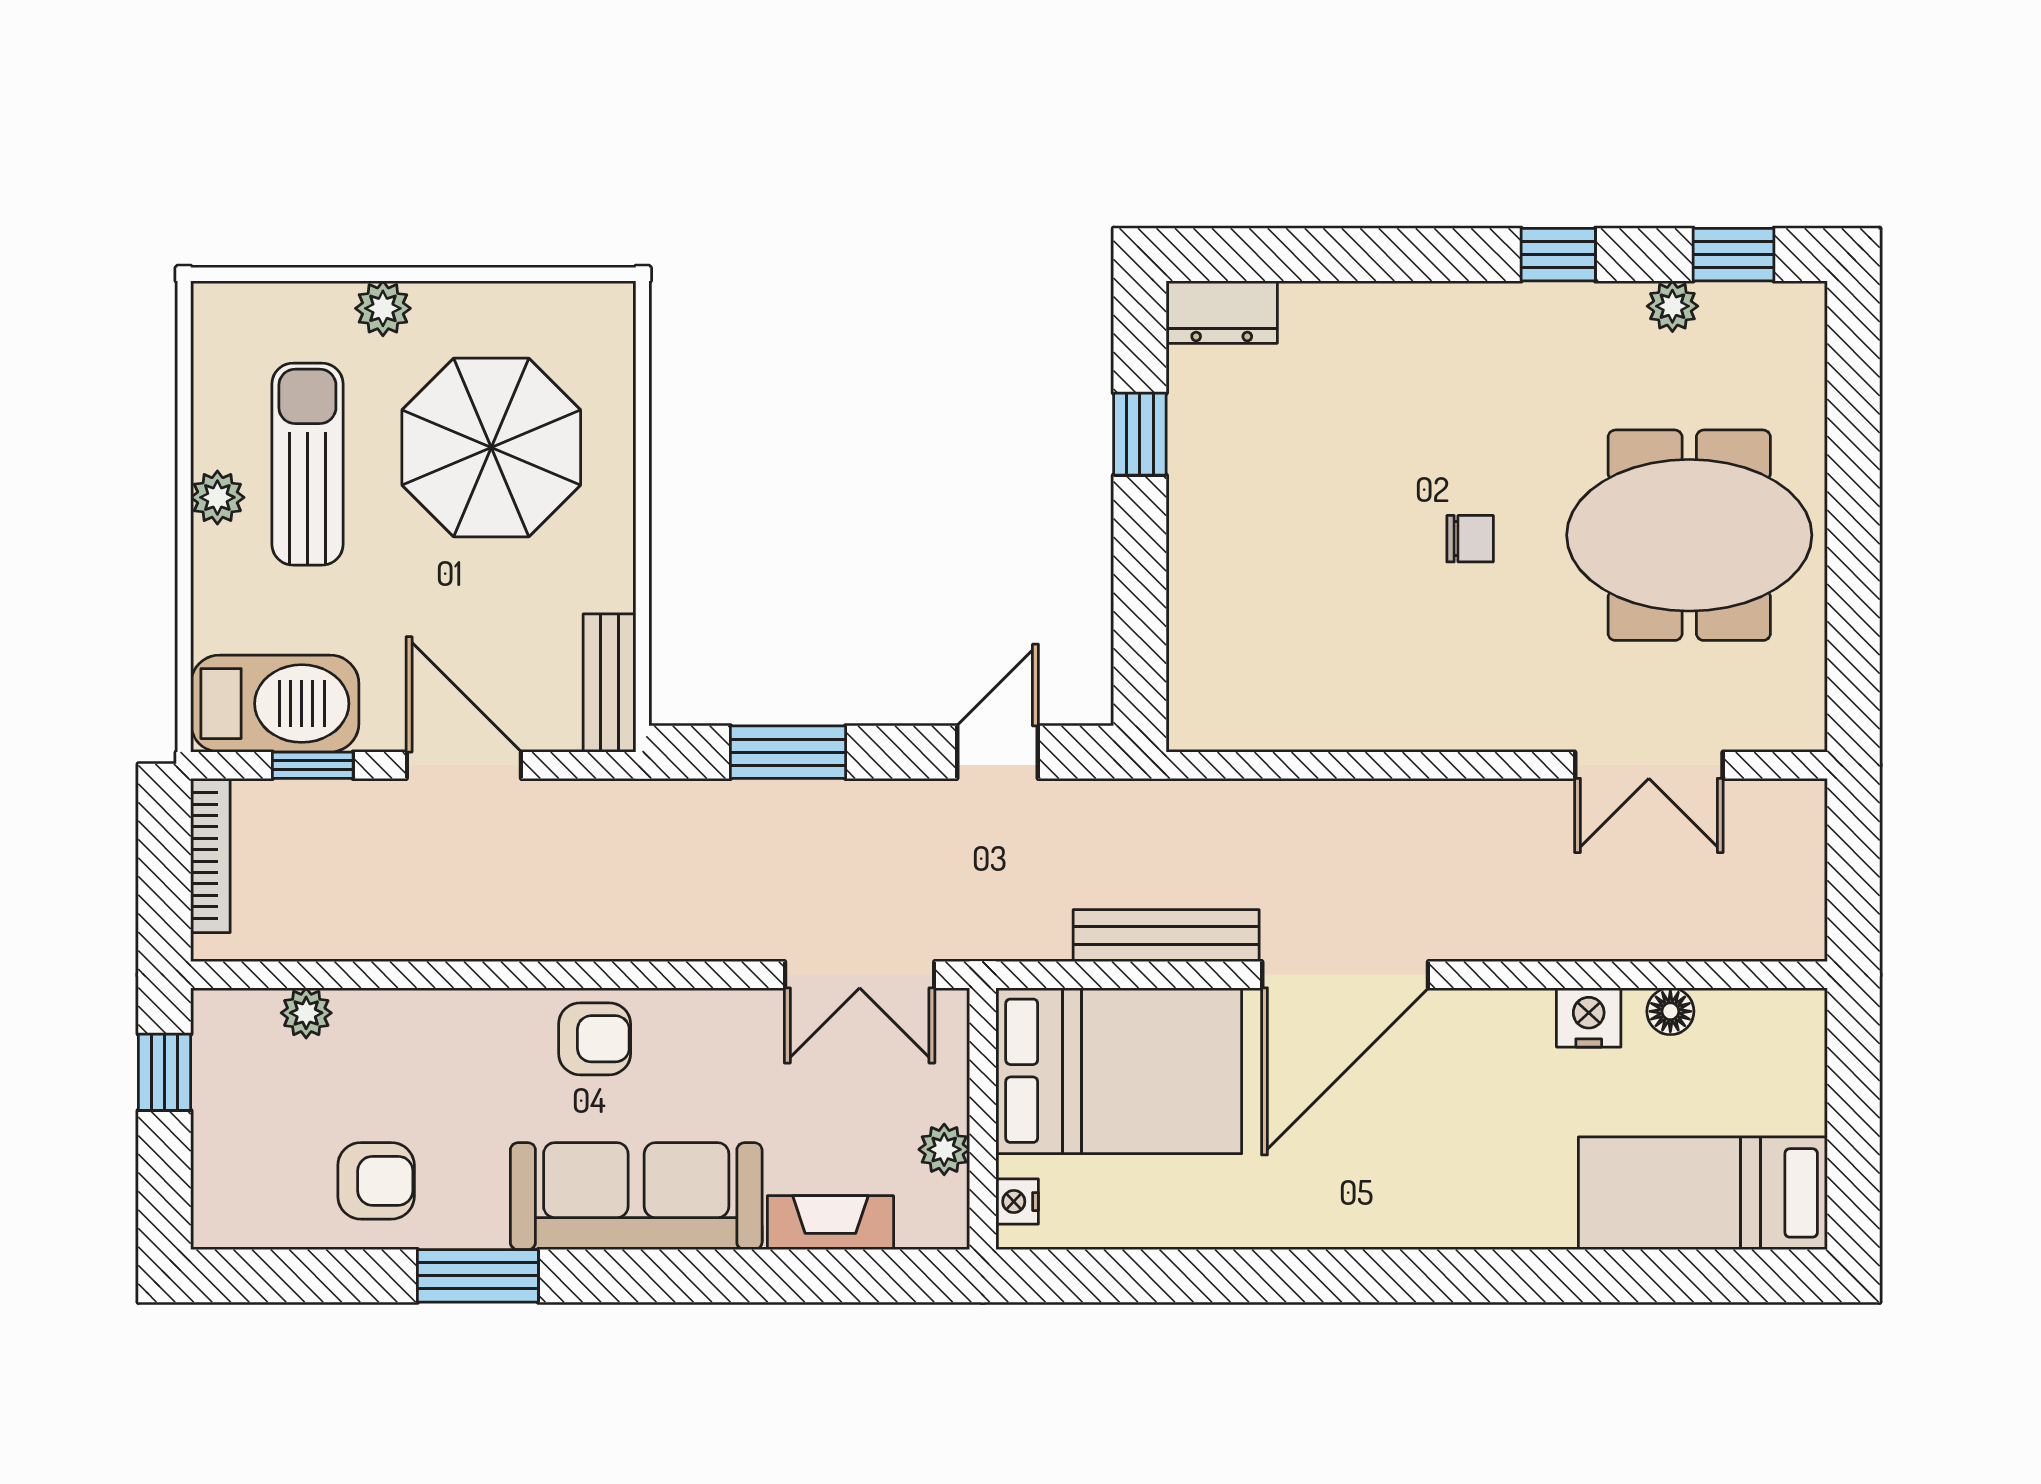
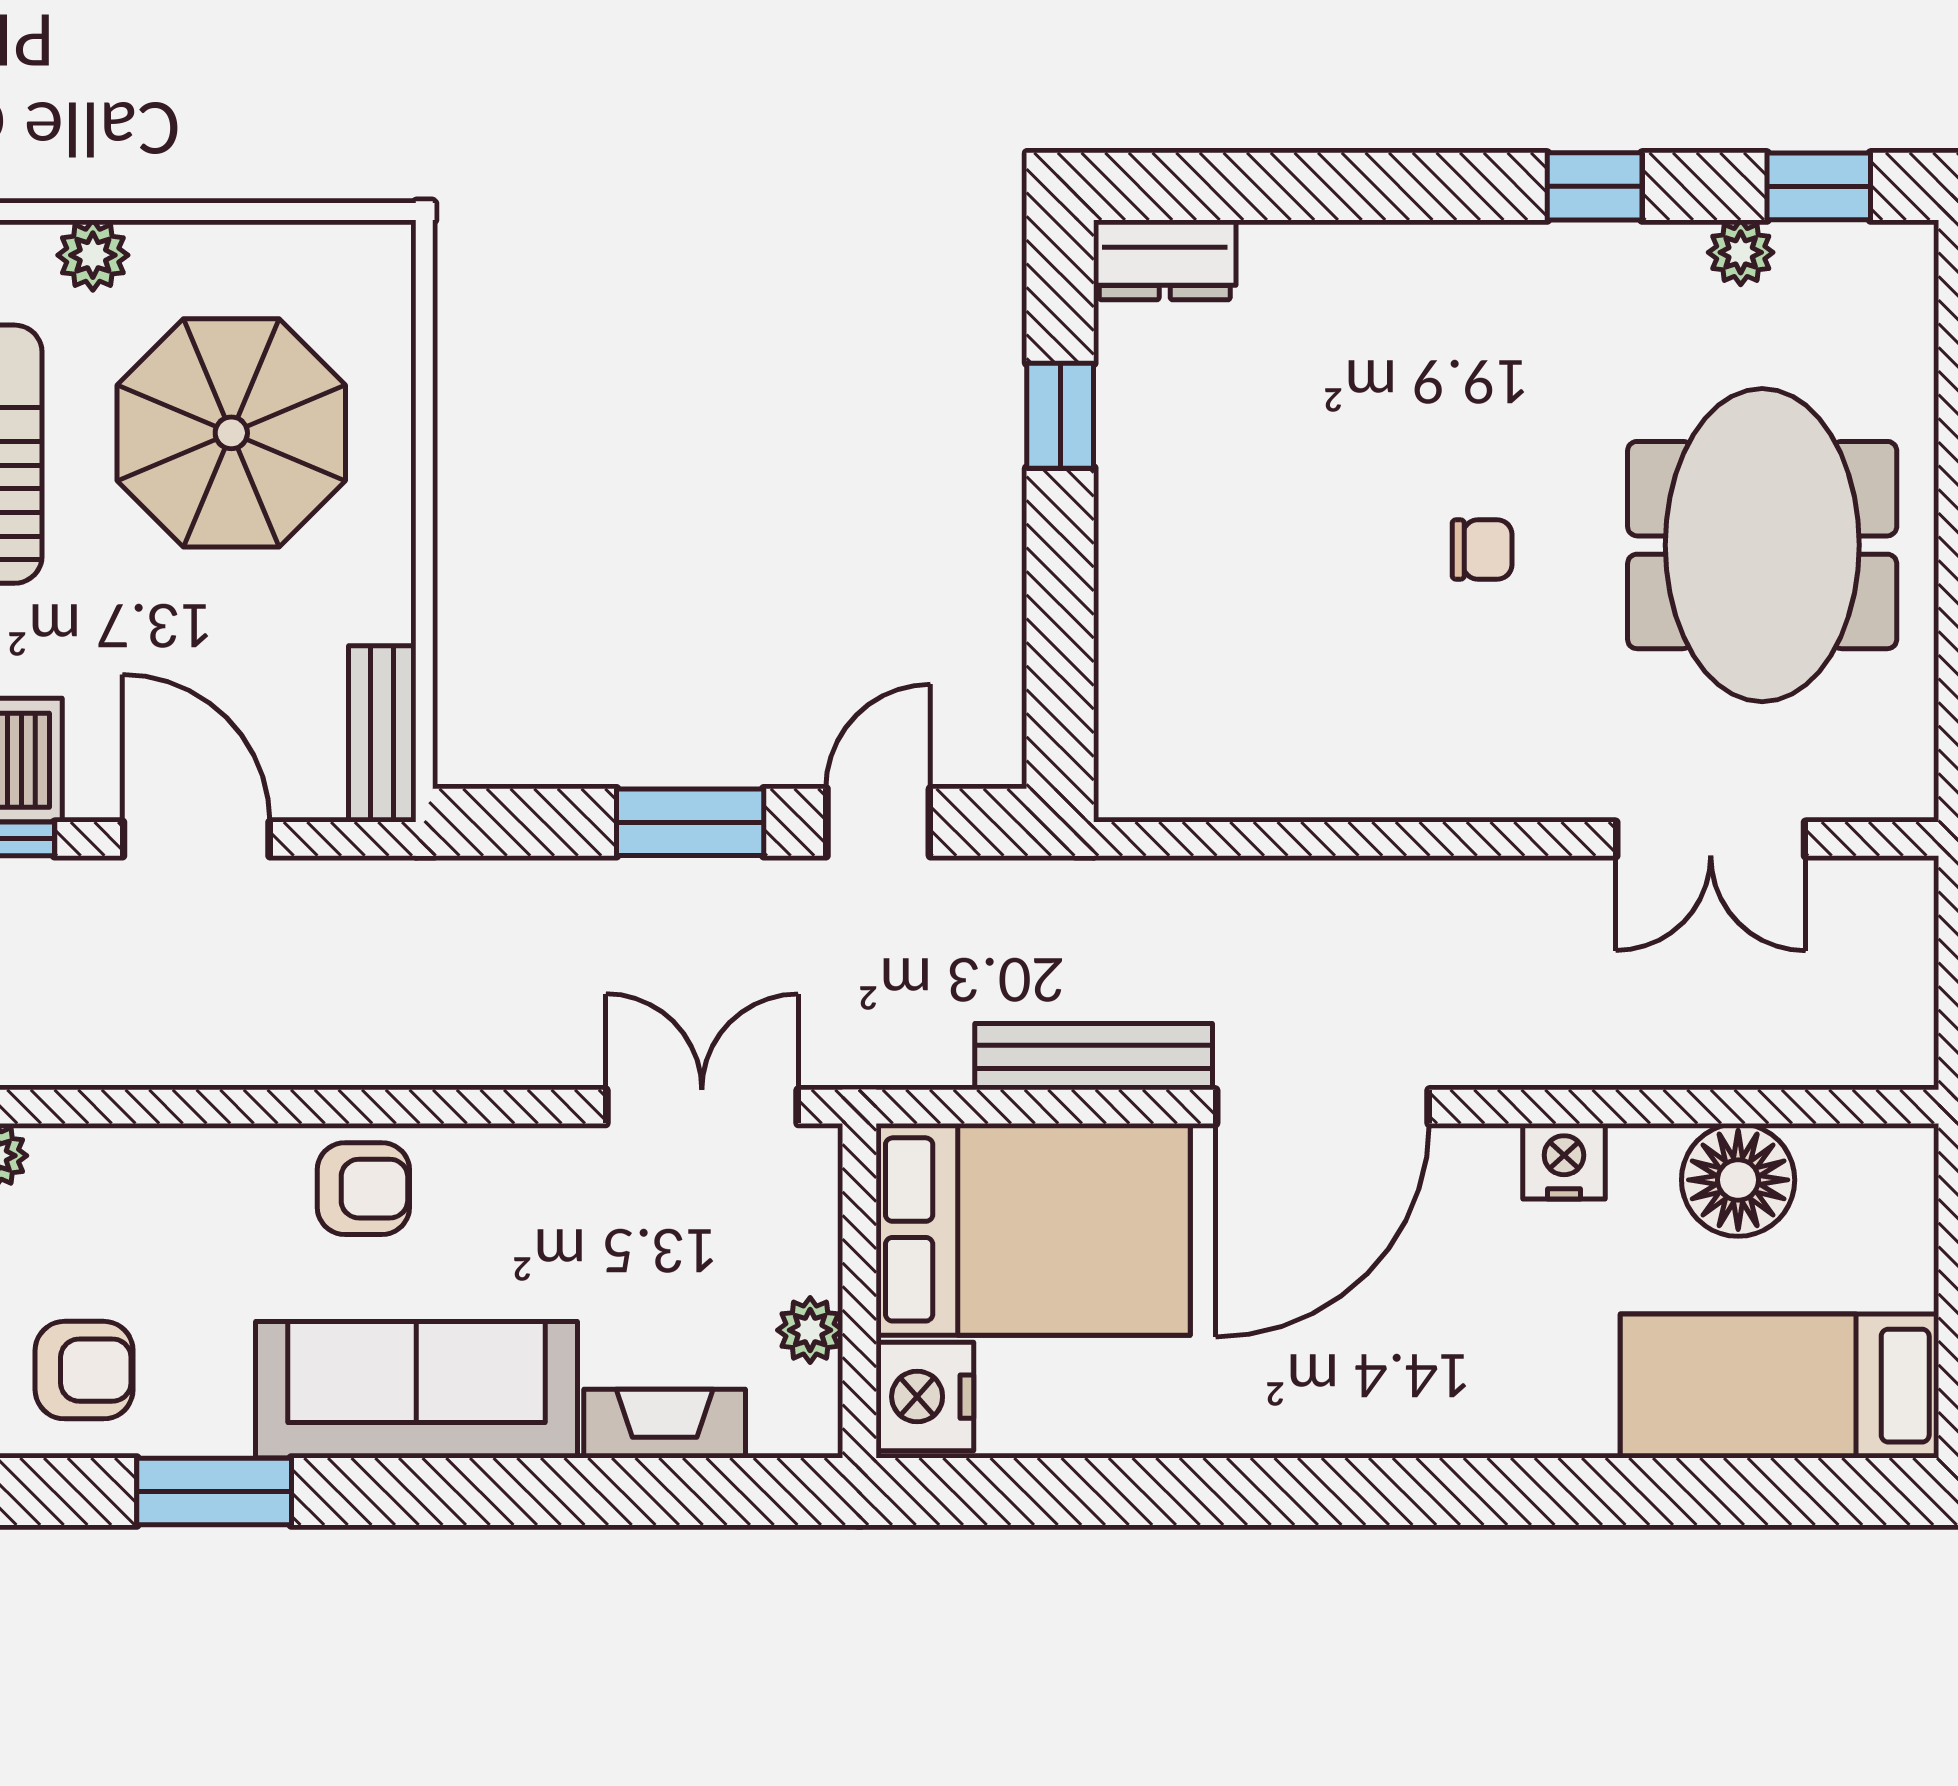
meeting table: (1689, 535) -> (1762, 545), turned 90
window: (788, 752) -> (690, 822), moved
double door: (860, 975) -> (702, 1107), swing flipped
floor lamp: (1670, 1011) -> (1738, 1180), width x1.89, depth x1.89
nightstand: (1589, 1017) -> (1564, 1161), moved
nightstand: (1017, 1202) -> (925, 1397), width x1.89, depth x1.79

